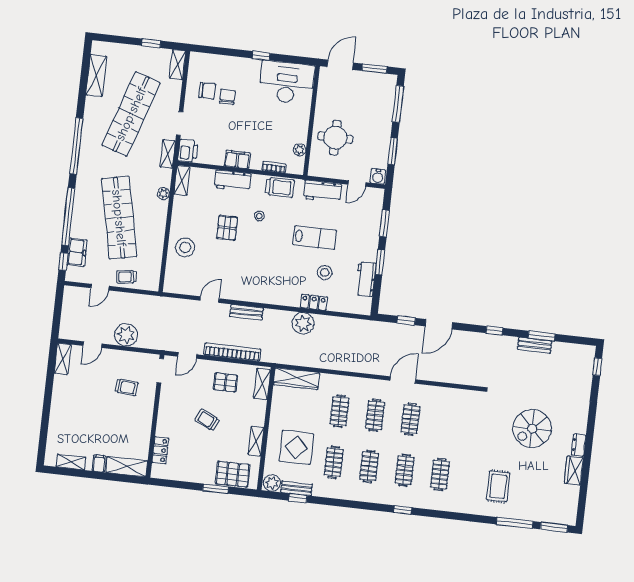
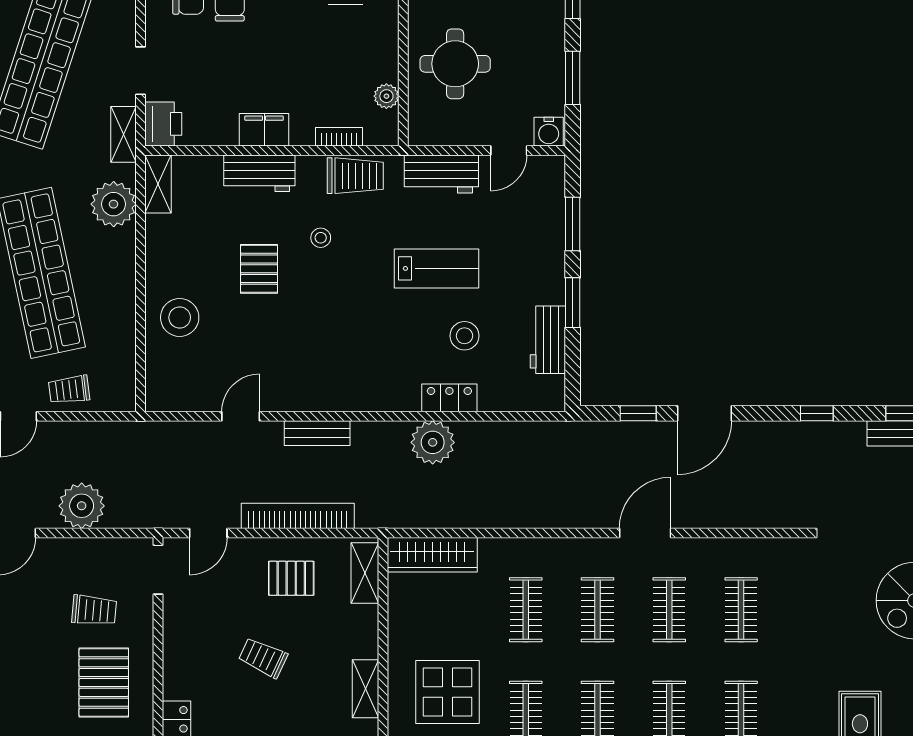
plant: (163, 194) -> (114, 204), width x1.87, depth x1.87
pallet: (127, 423) -> (104, 682), added
clothes rail: (446, 423) -> (741, 610), added

